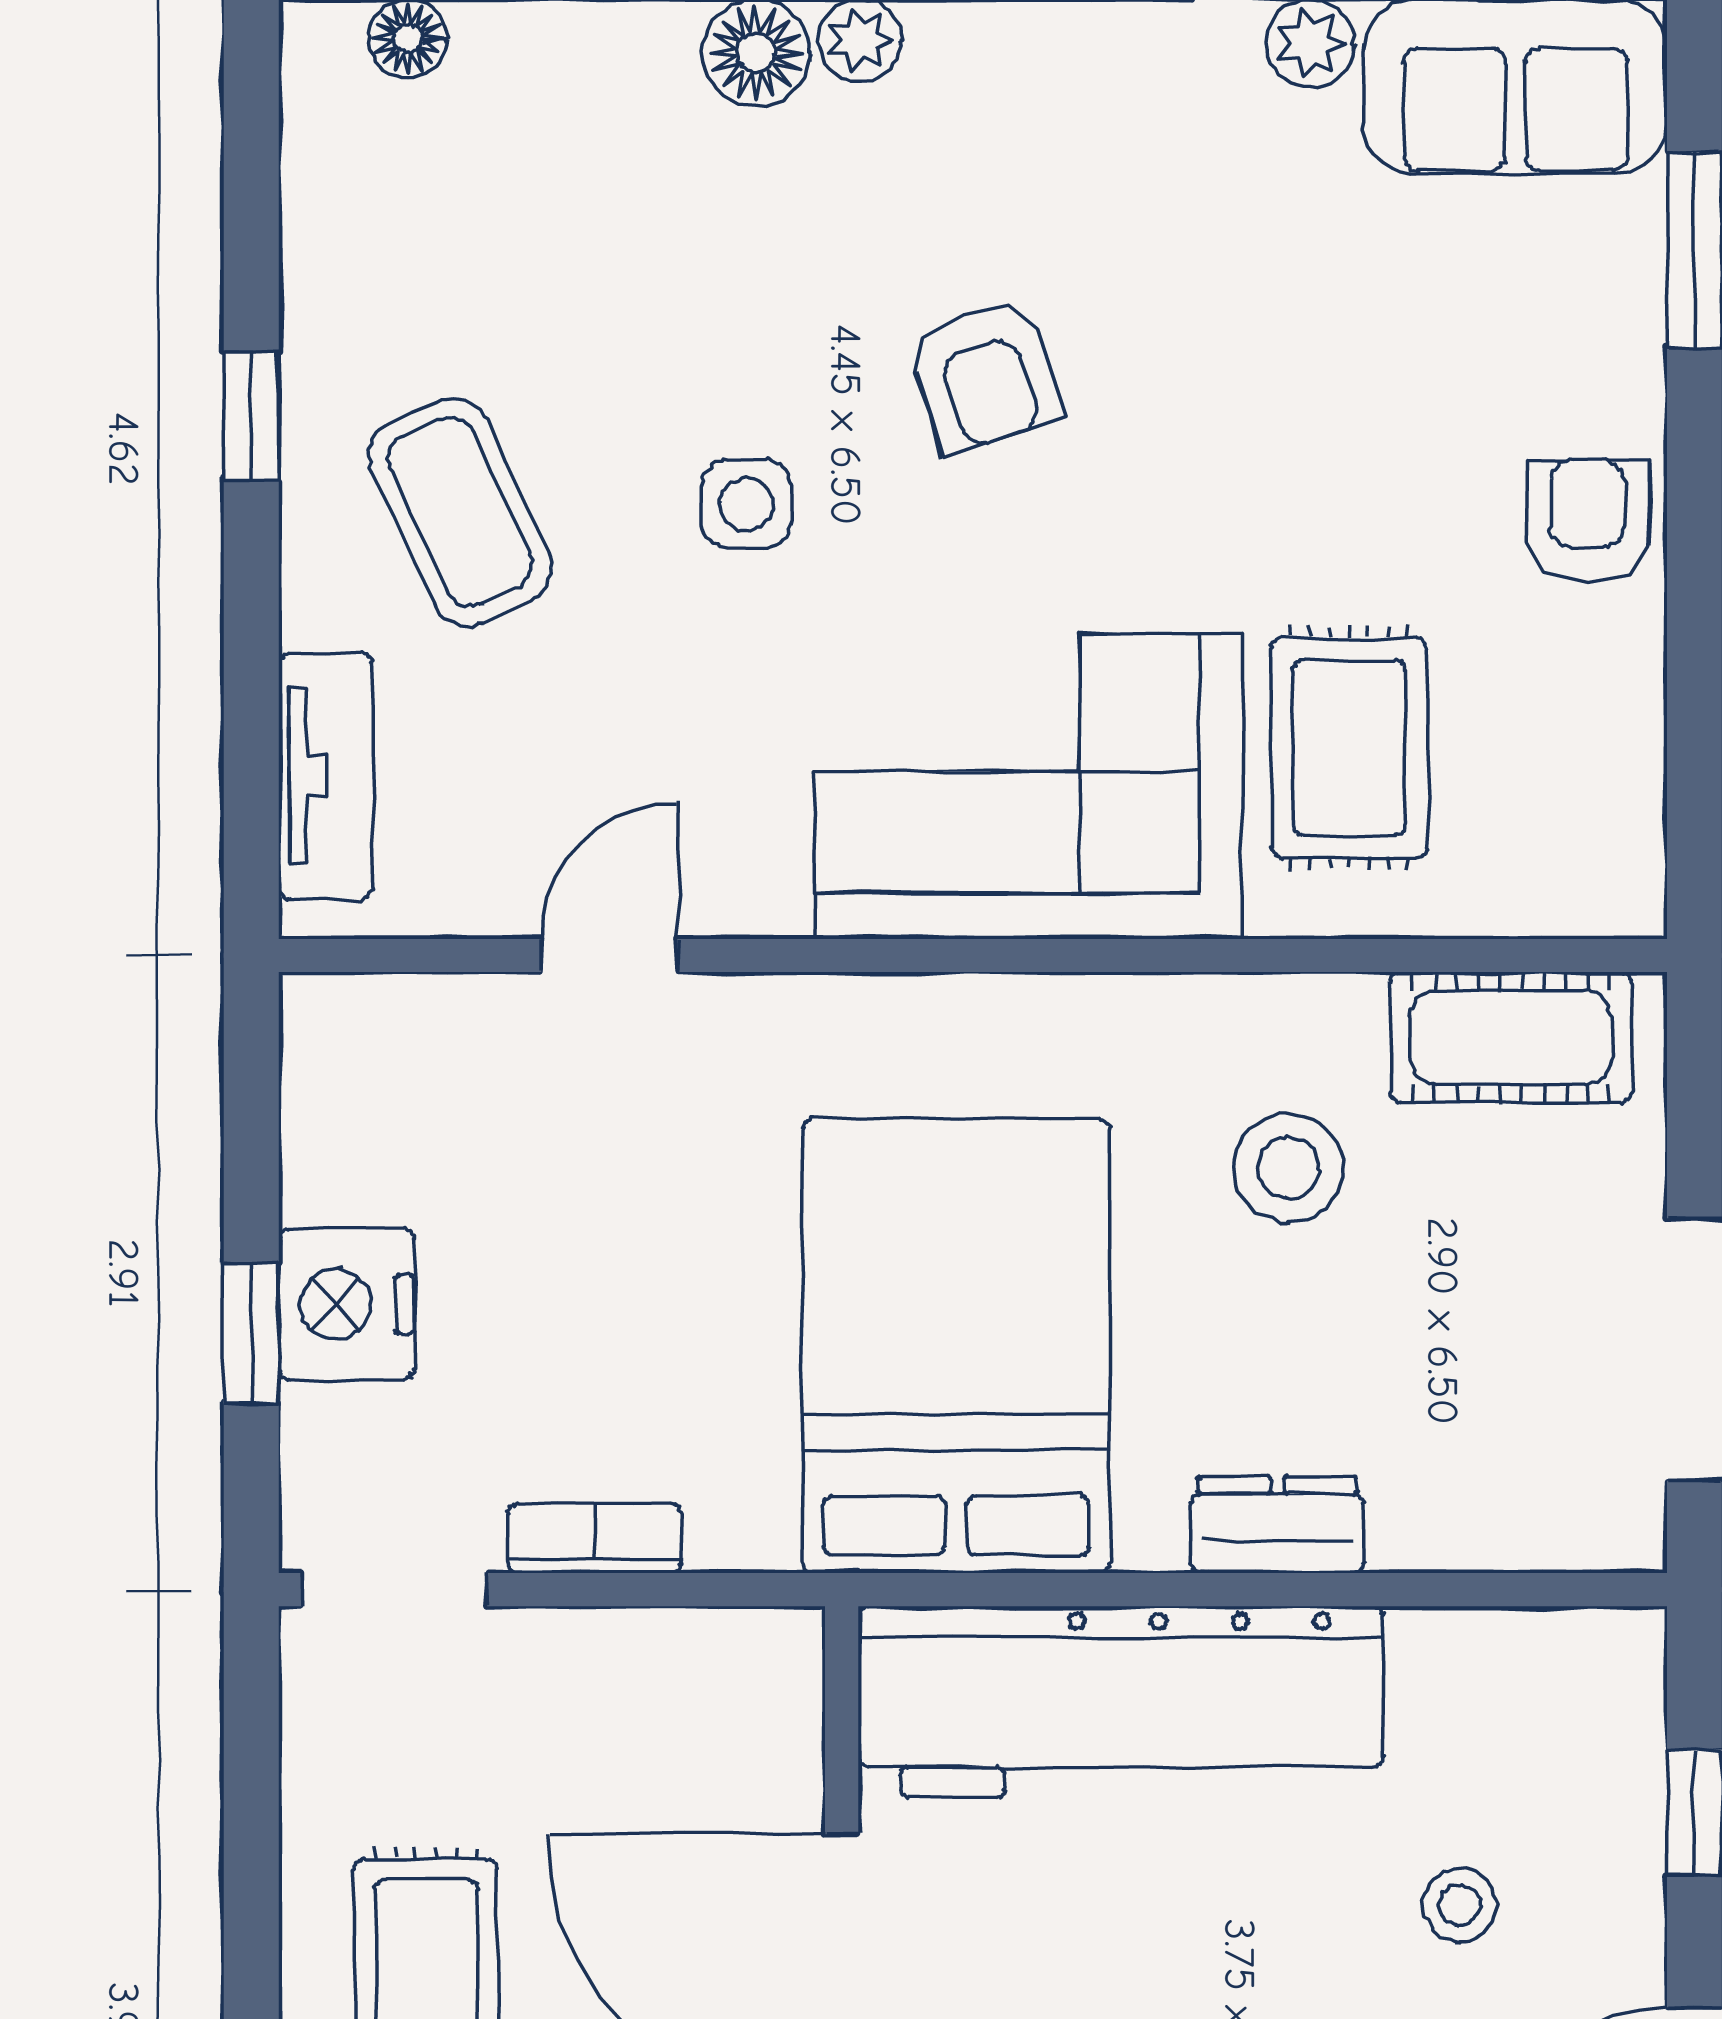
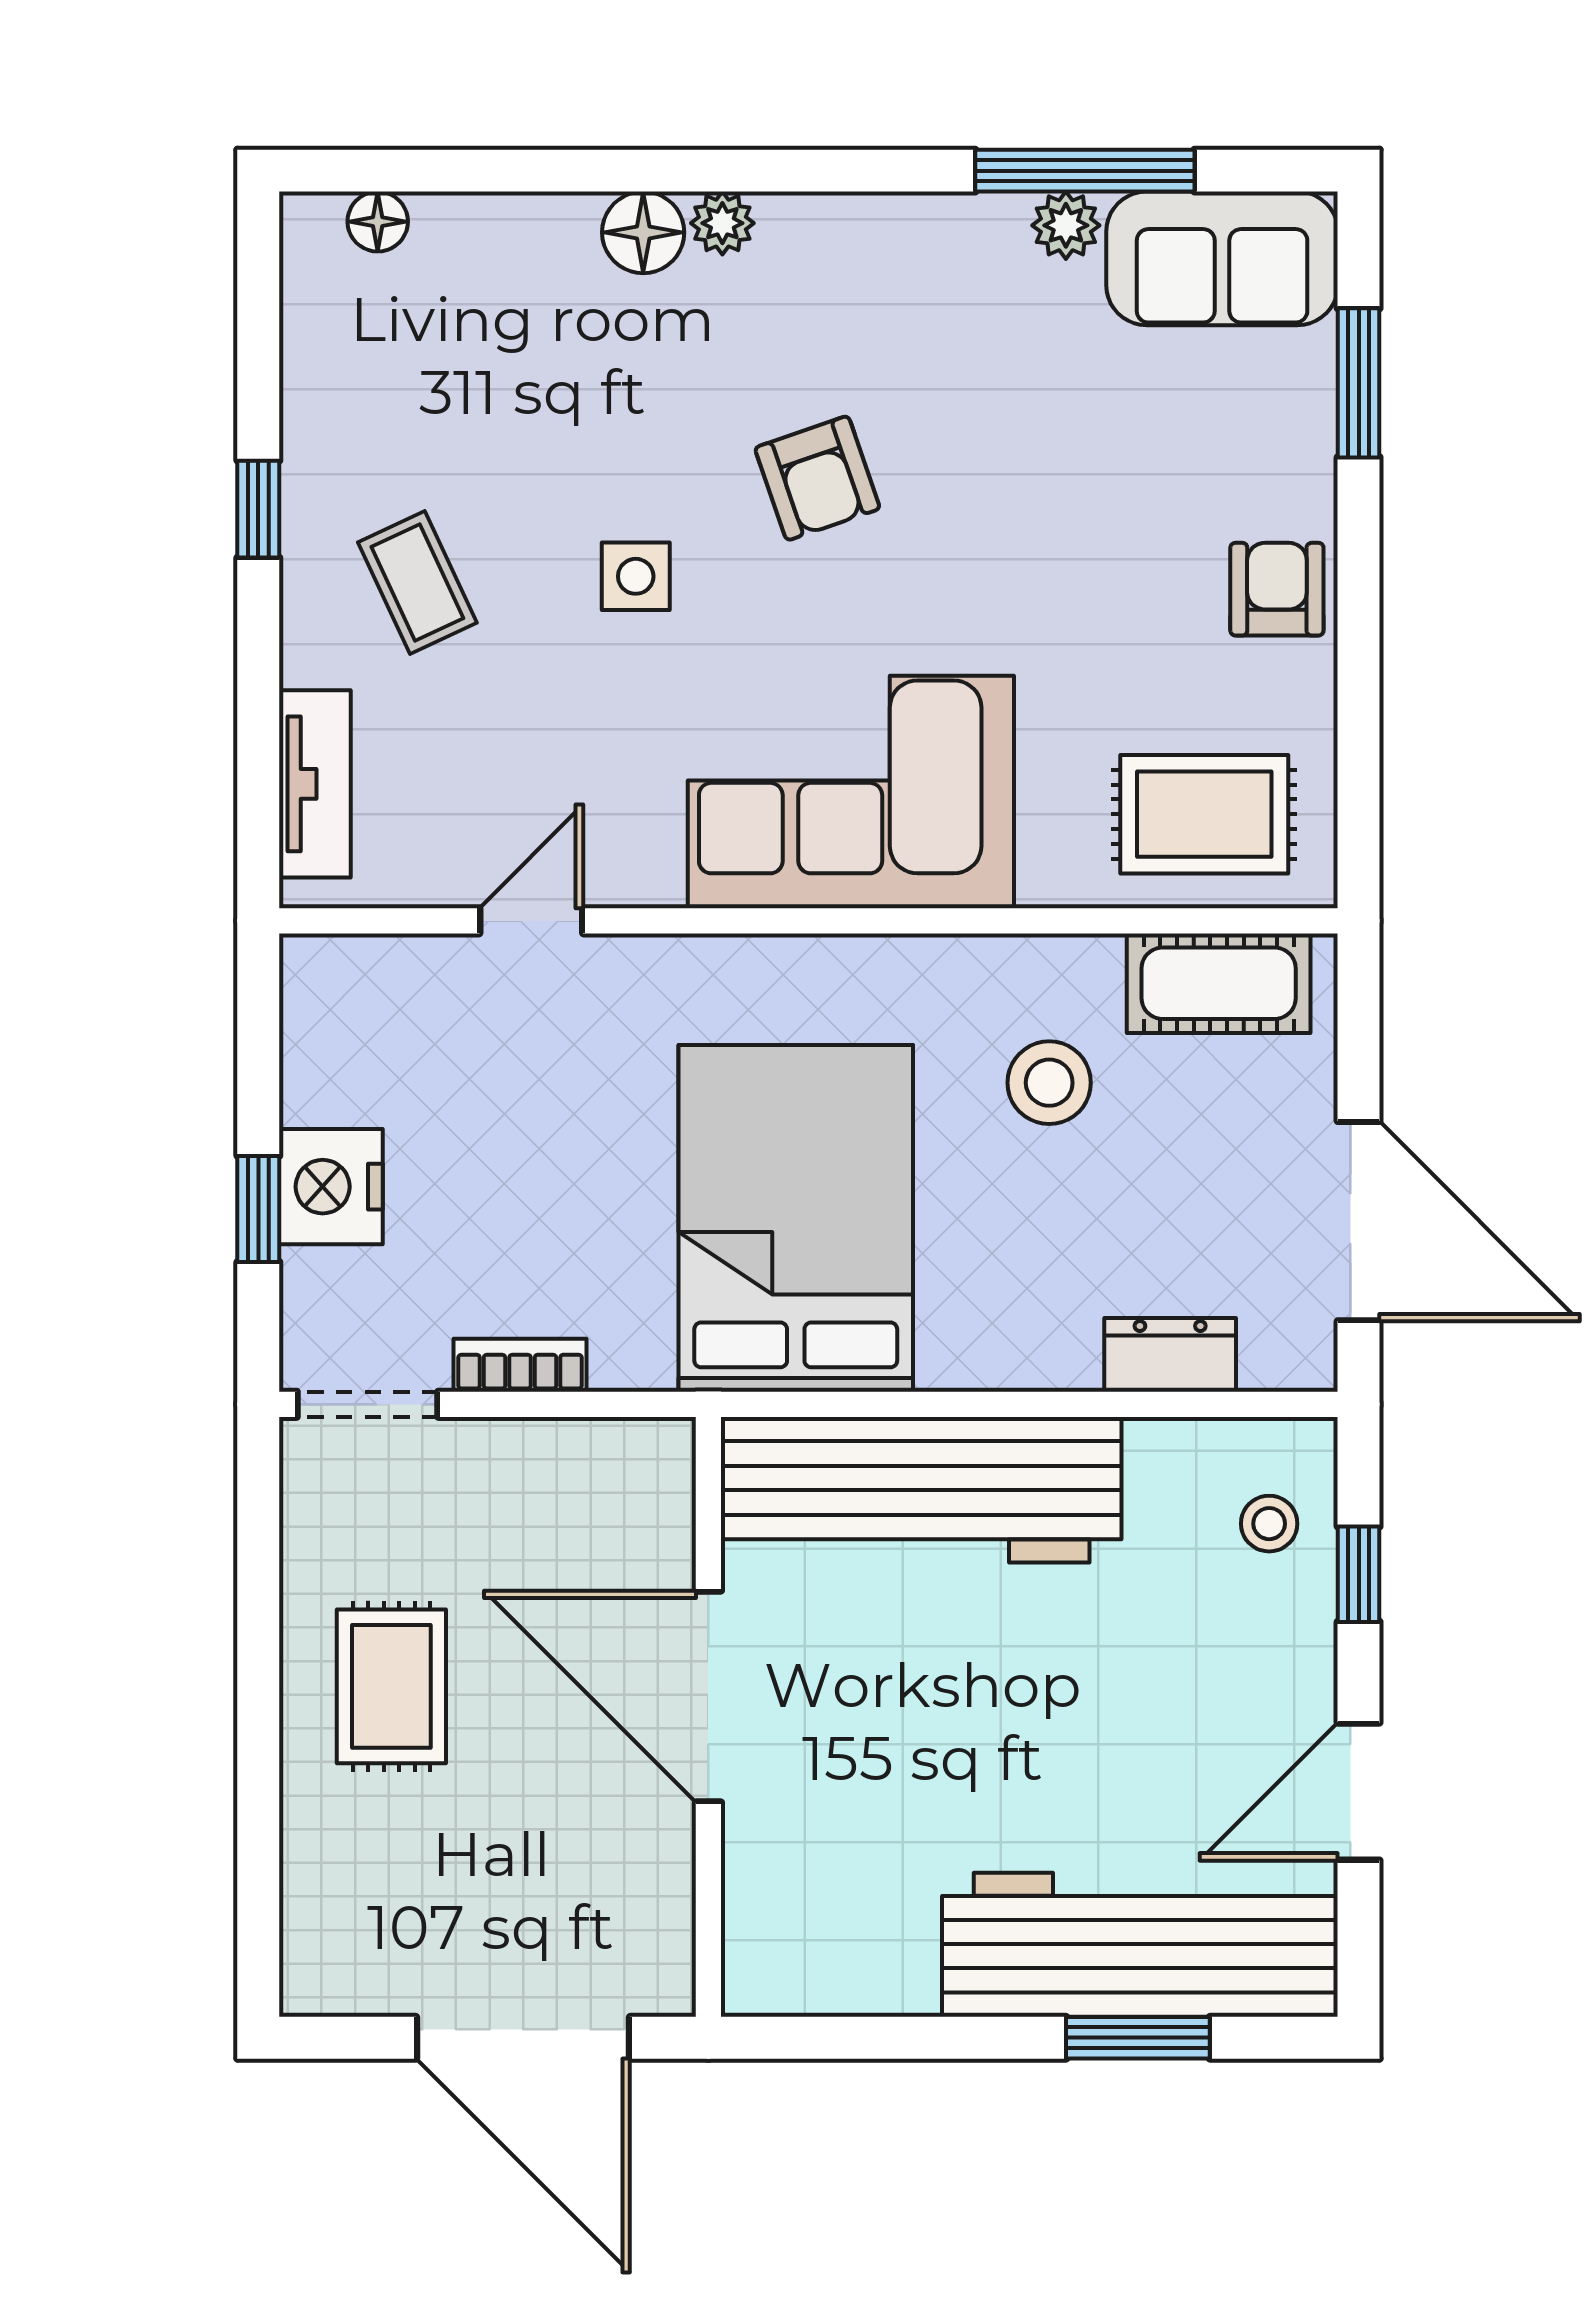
coffee table: (460, 512) -> (417, 582), width x0.73, depth x0.77
rug: (1349, 748) -> (1204, 814), moved, turned 90
dresser: (1277, 1525) -> (1170, 1355), moved
stool: (1460, 1905) -> (1269, 1524), moved

